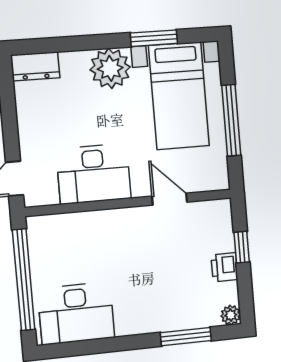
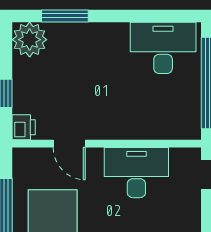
printer: (224, 267) -> (24, 127), moved
plant: (231, 315) -> (30, 40), width x1.87, depth x1.87

